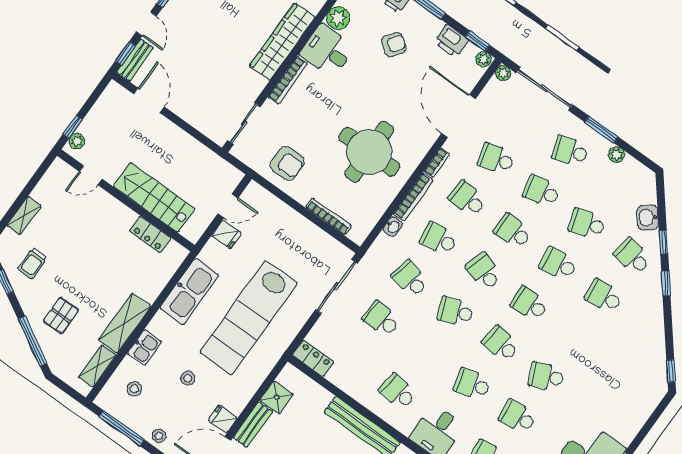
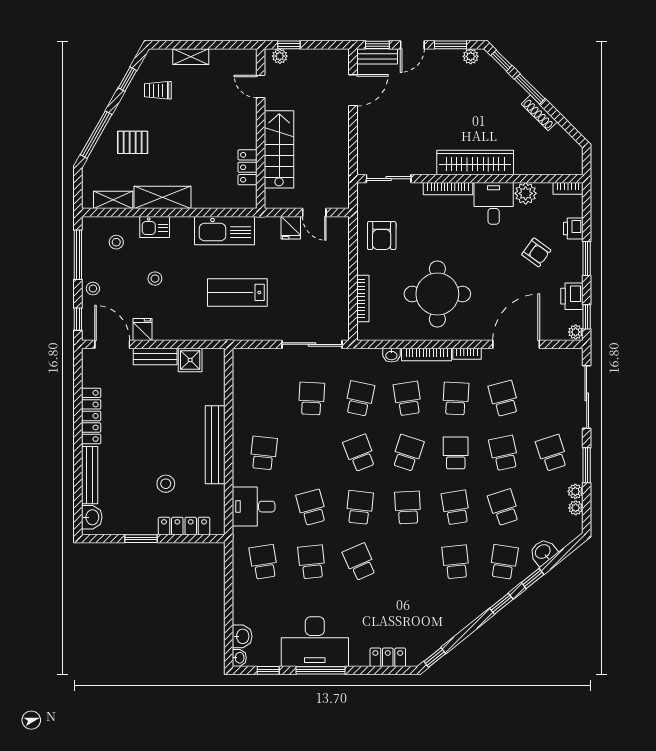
plant: (503, 73) -> (576, 508), moved
lab bench: (249, 318) -> (237, 292), width x0.54, depth x0.72
locker: (313, 358) -> (388, 657), moved, turned -90

